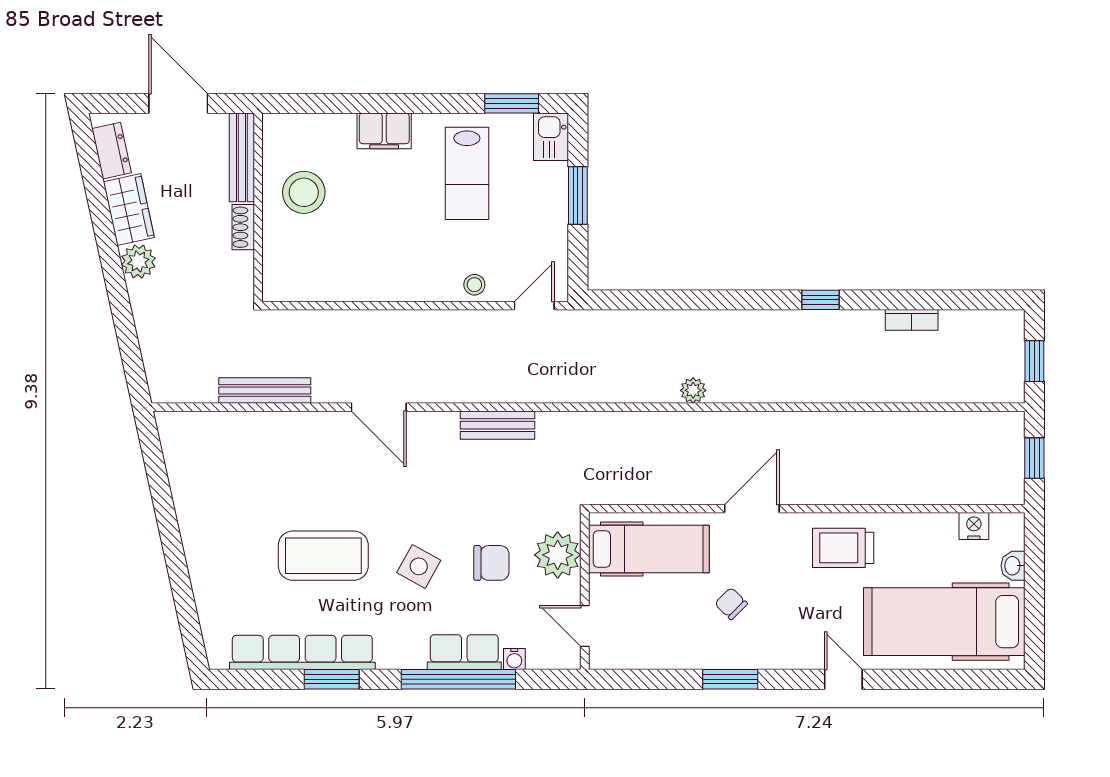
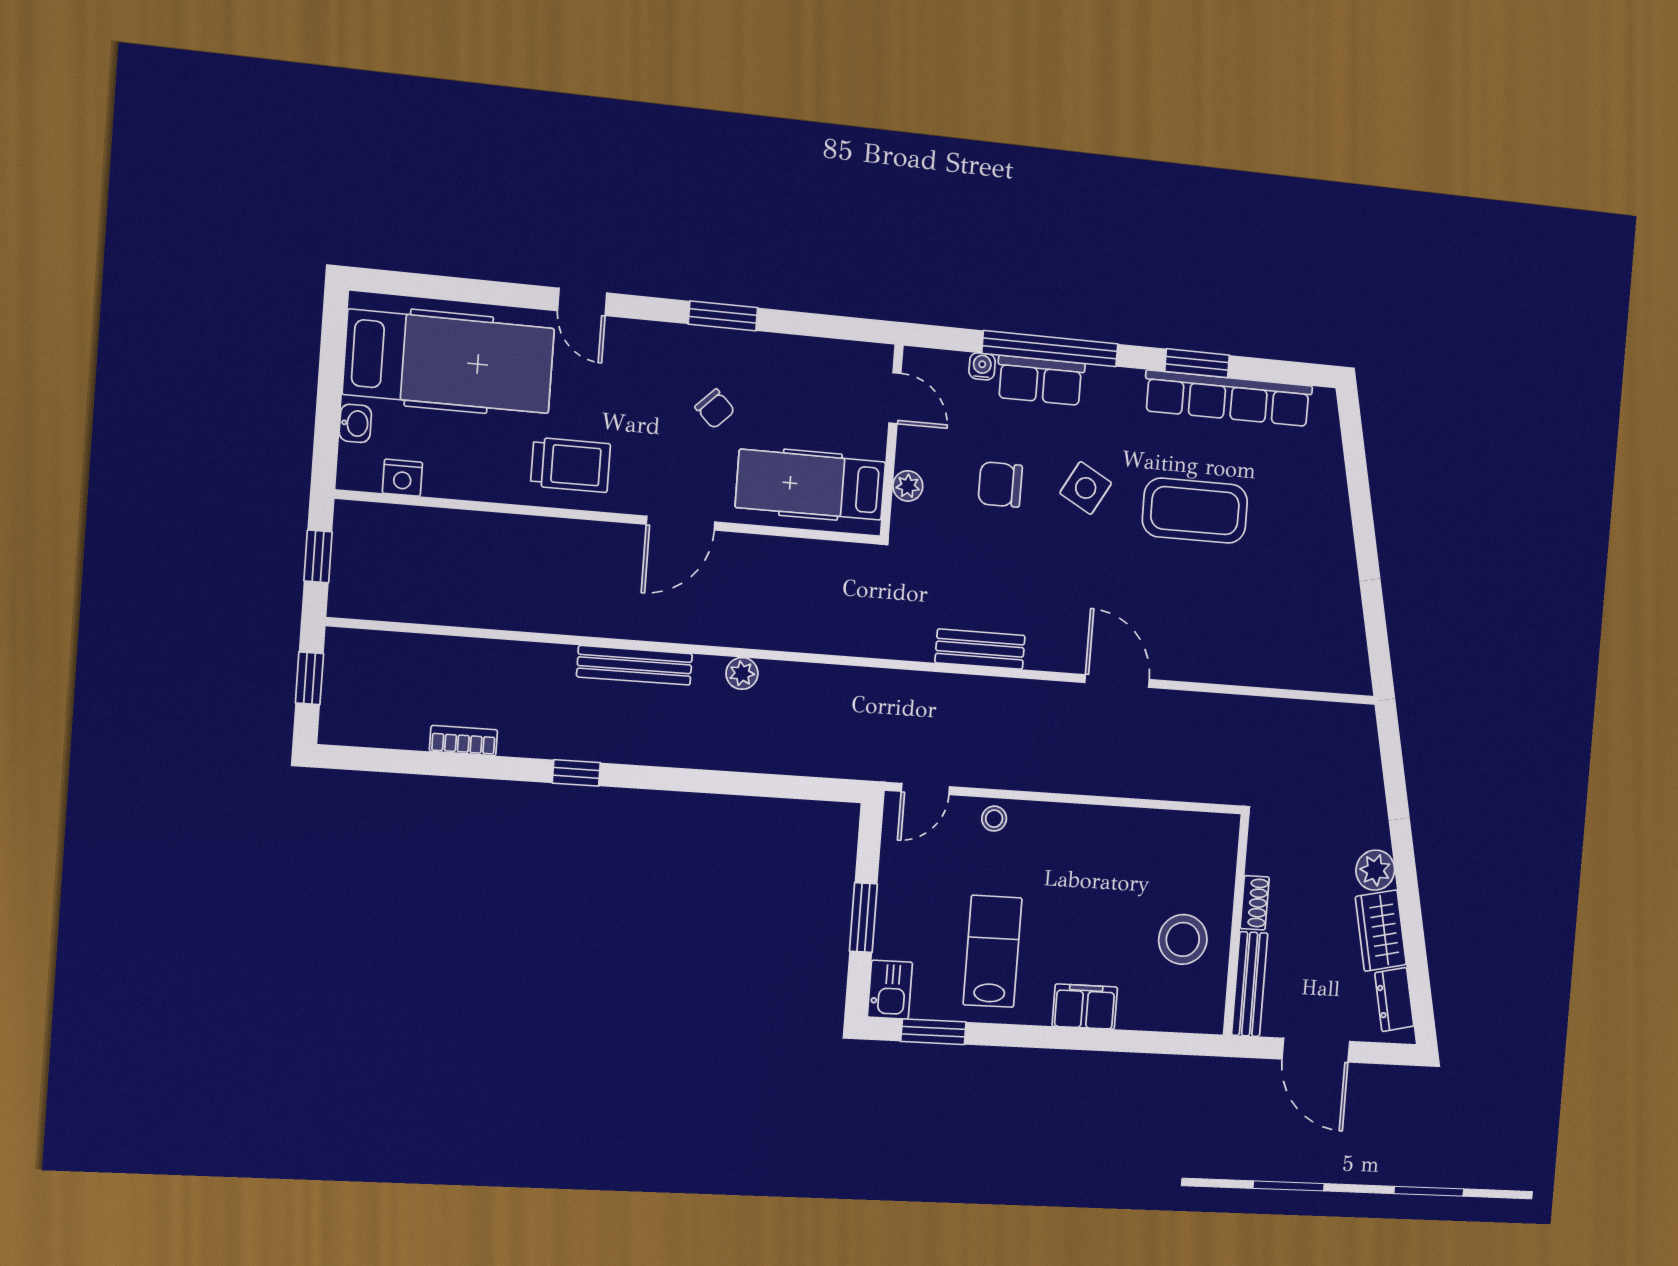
bench: (265, 391) -> (635, 665), moved
plant: (558, 555) -> (908, 486), width x0.53, depth x0.53

